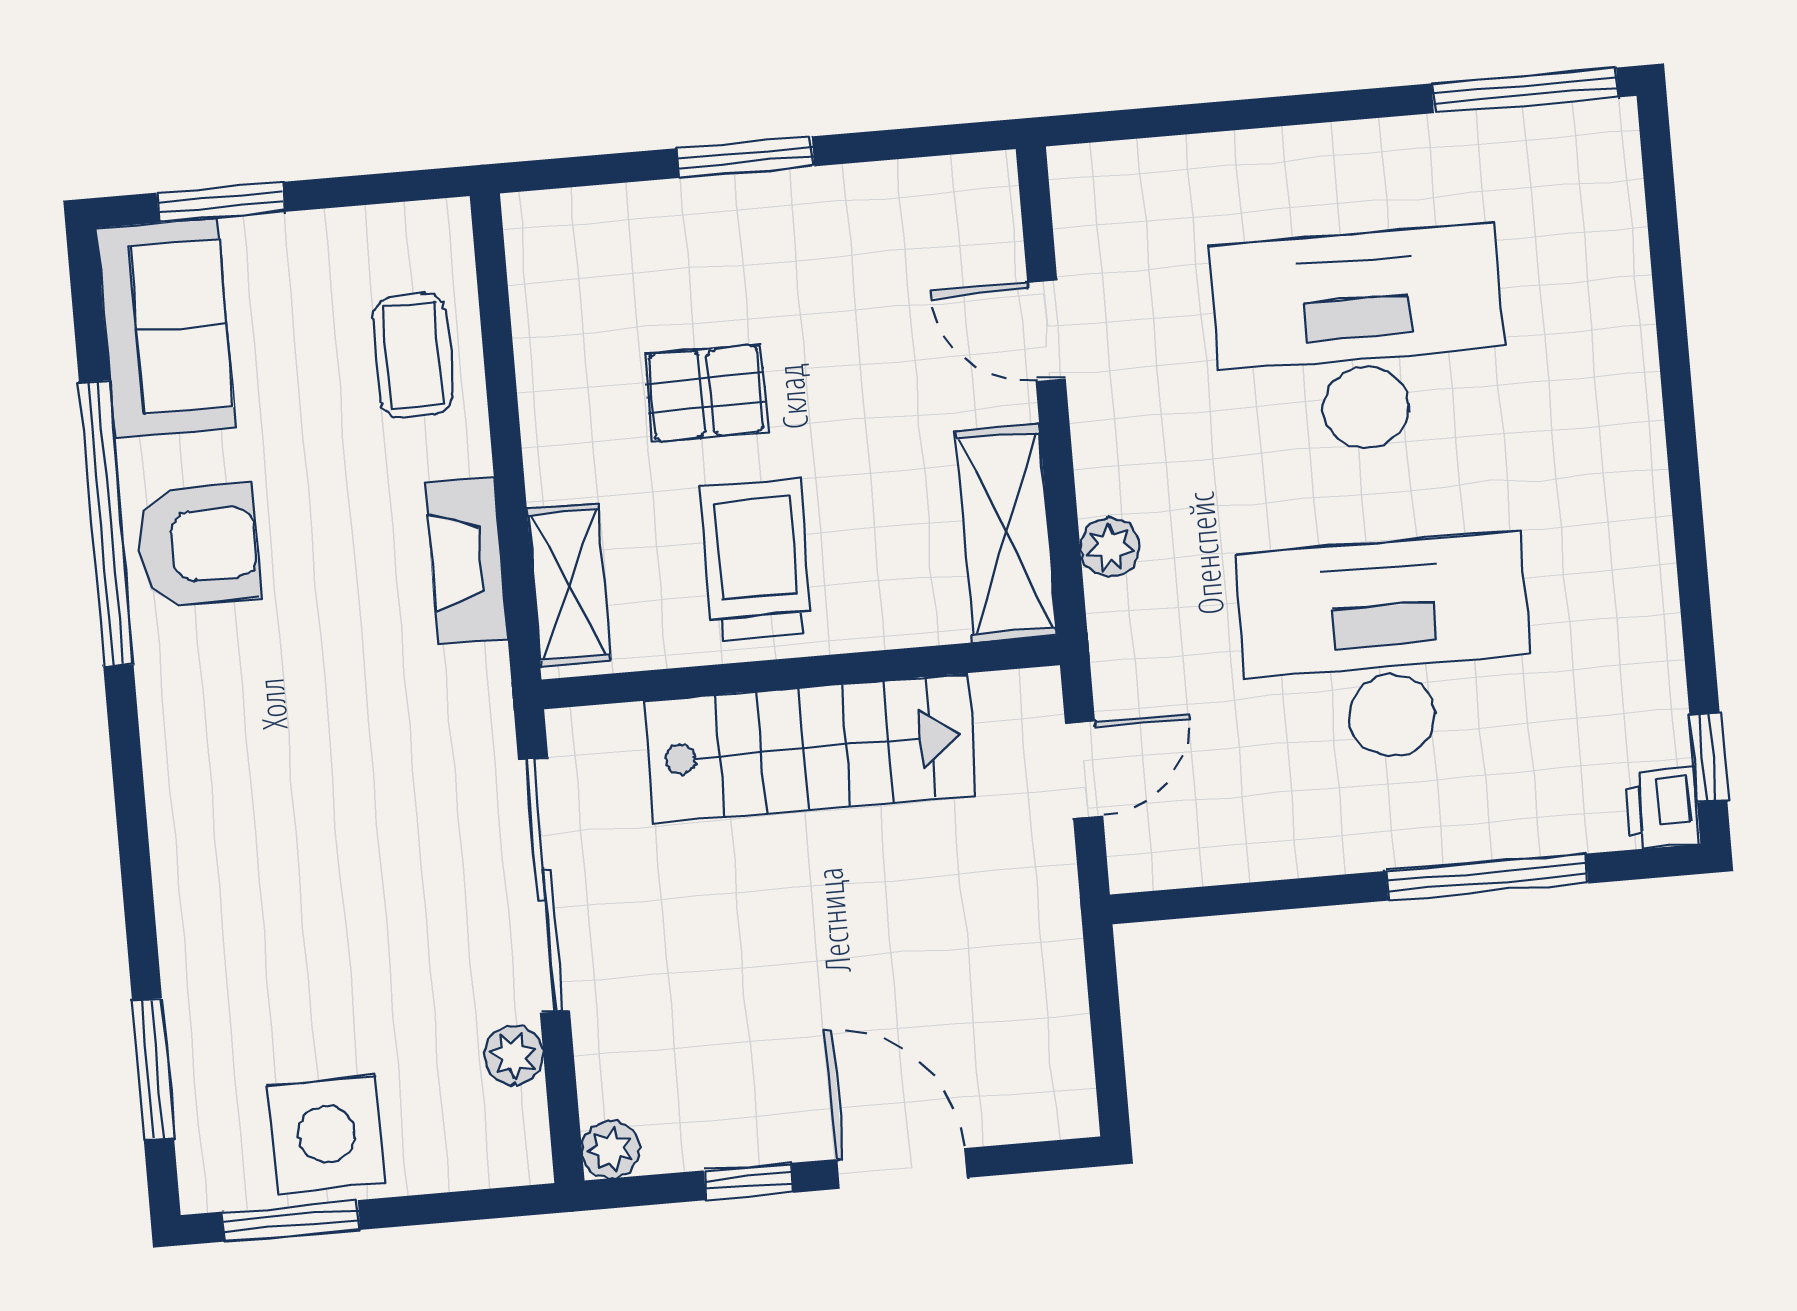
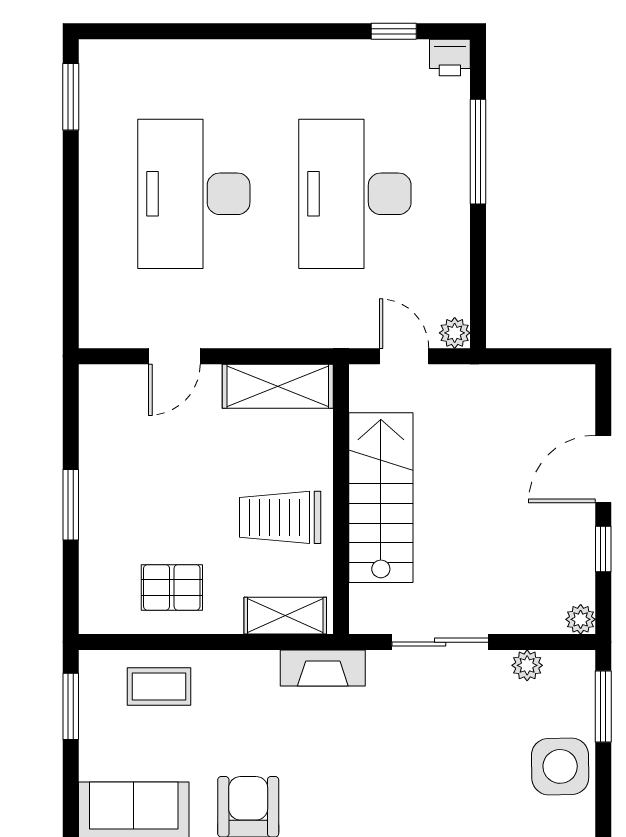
window: (1525, 90) -> (71, 97), width x0.69
window: (221, 202) -> (71, 706), moved
pallet: (706, 393) -> (172, 587), moved, turned 90
plant: (1110, 547) -> (455, 333), moved
fireplace: (466, 561) -> (323, 668), moved
window: (1708, 758) -> (394, 31), moved
sliding door: (544, 885) -> (440, 642), width x0.73
window: (291, 1221) -> (603, 707), moved

